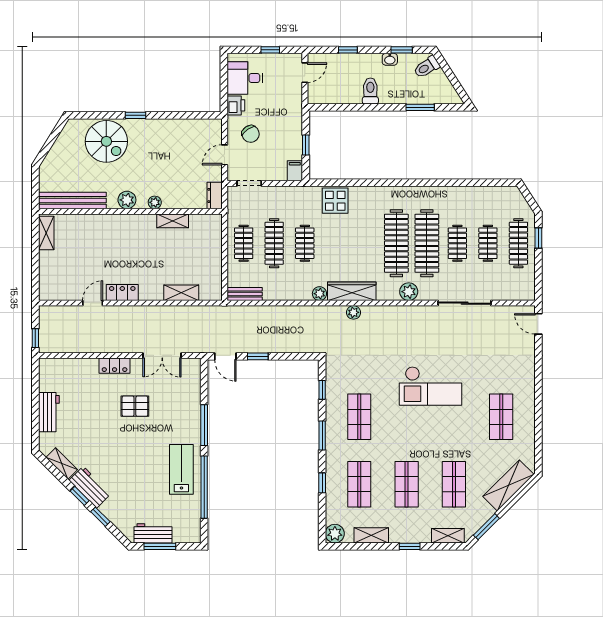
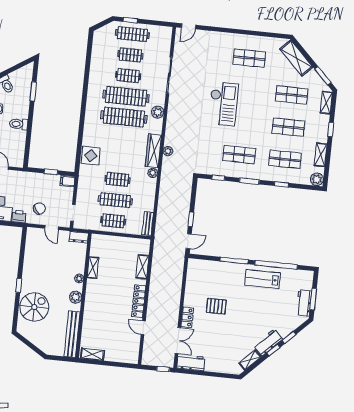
locker: (122, 293) -> (139, 301), width x1.53
double door: (162, 355) -> (178, 341), moved
pallet: (135, 406) -> (216, 306), turned 90
workbench: (49, 412) -> (191, 363), moved

